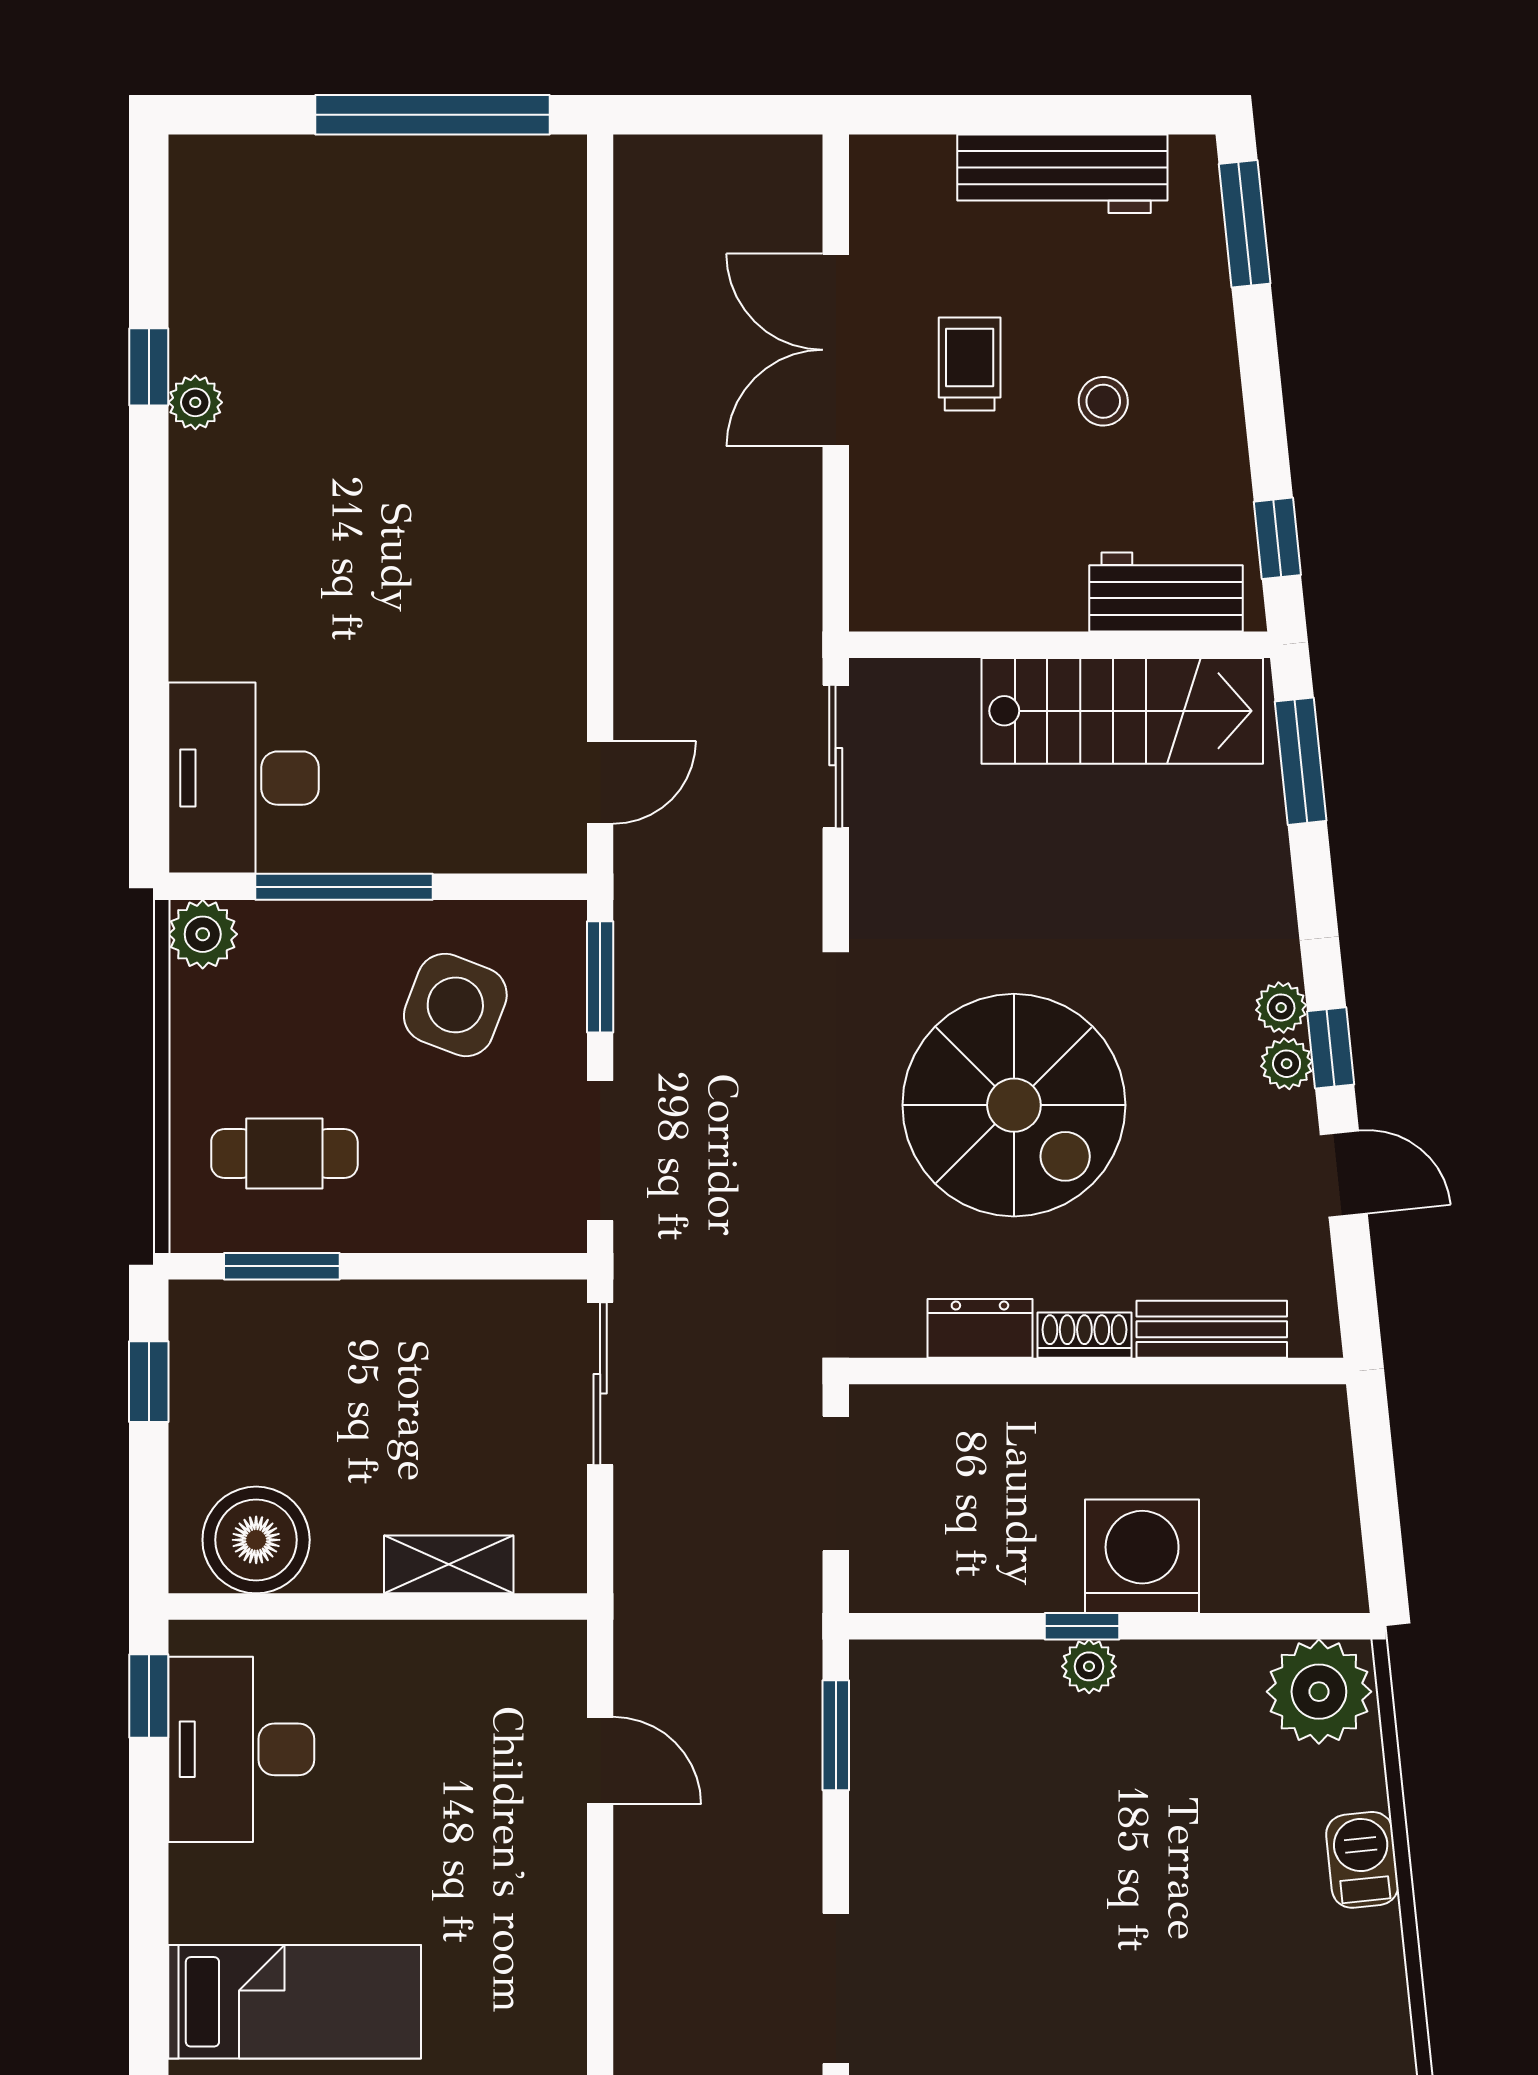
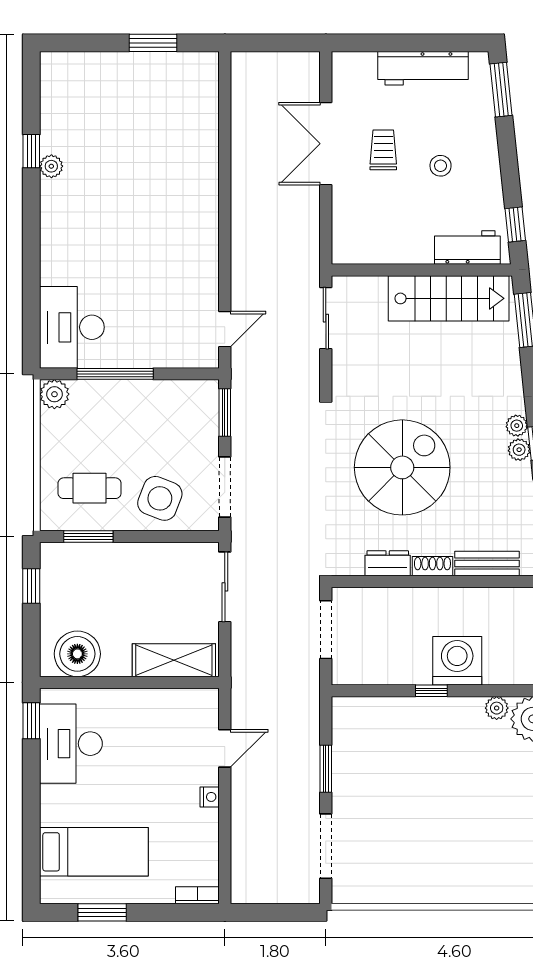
window: (432, 115) -> (153, 43), width x0.47
side table: (455, 1005) -> (160, 498), moved
spiral stairs: (1014, 1105) -> (402, 467), turned -90
shelving: (449, 1564) -> (174, 660), width x1.50, depth x1.33
plant: (1089, 1666) -> (497, 708), moved
window: (836, 1735) -> (326, 769), moved
door: (600, 1761) -> (225, 748), hinge flipped
nightstand: (565, 1874) -> (210, 797), added

